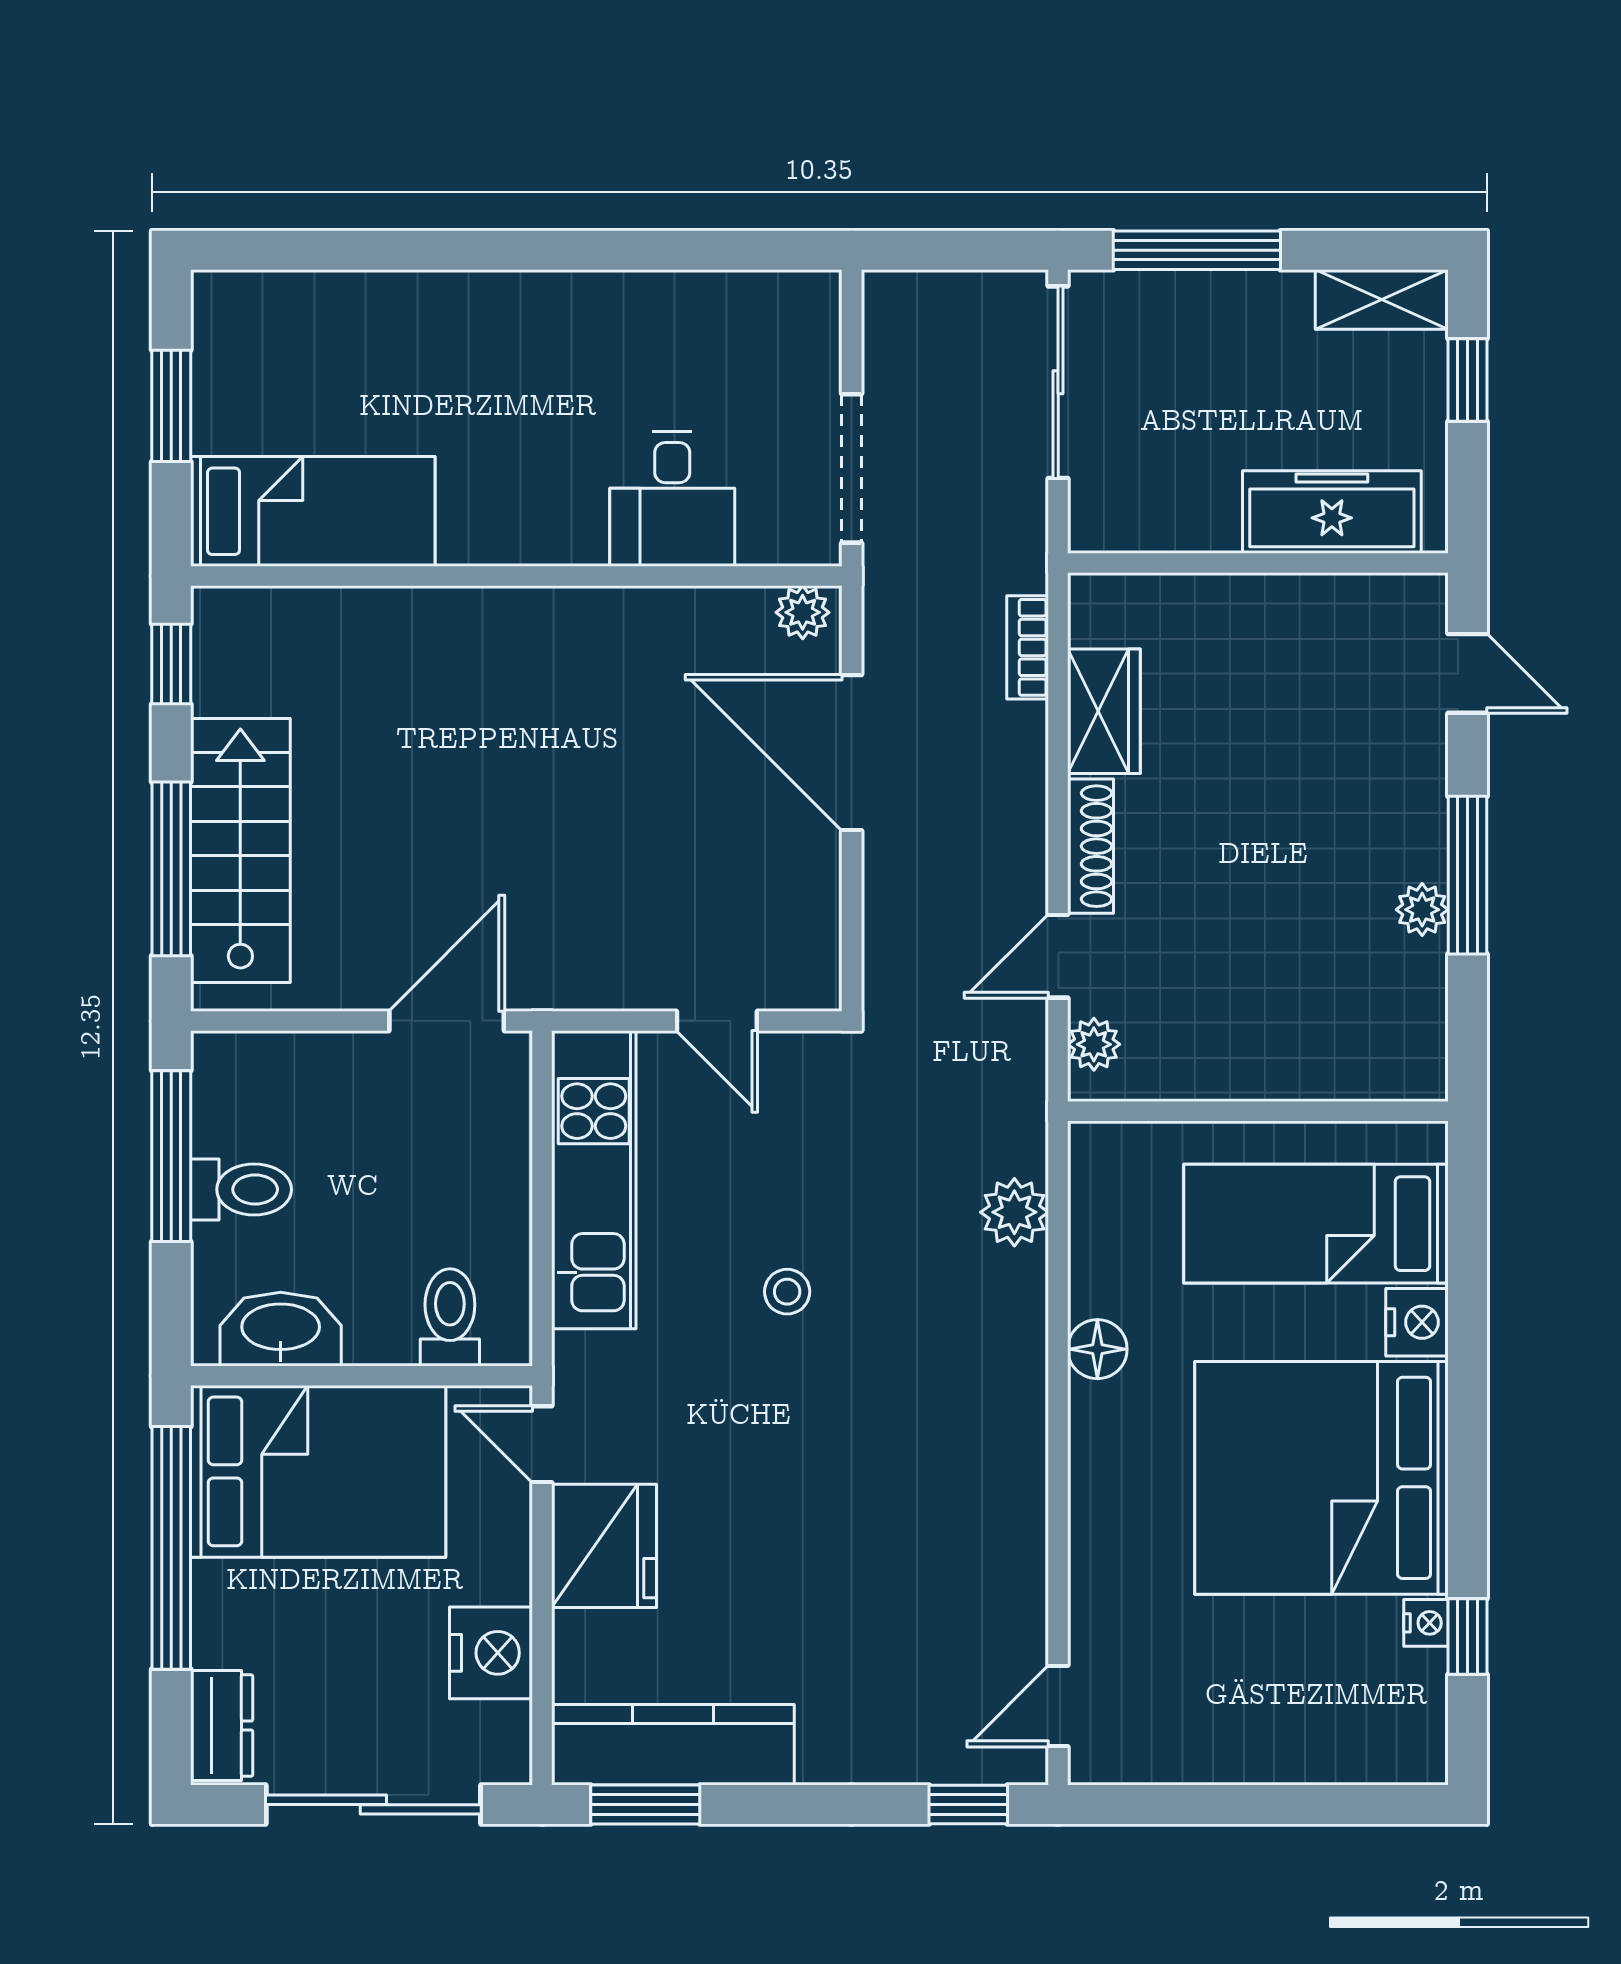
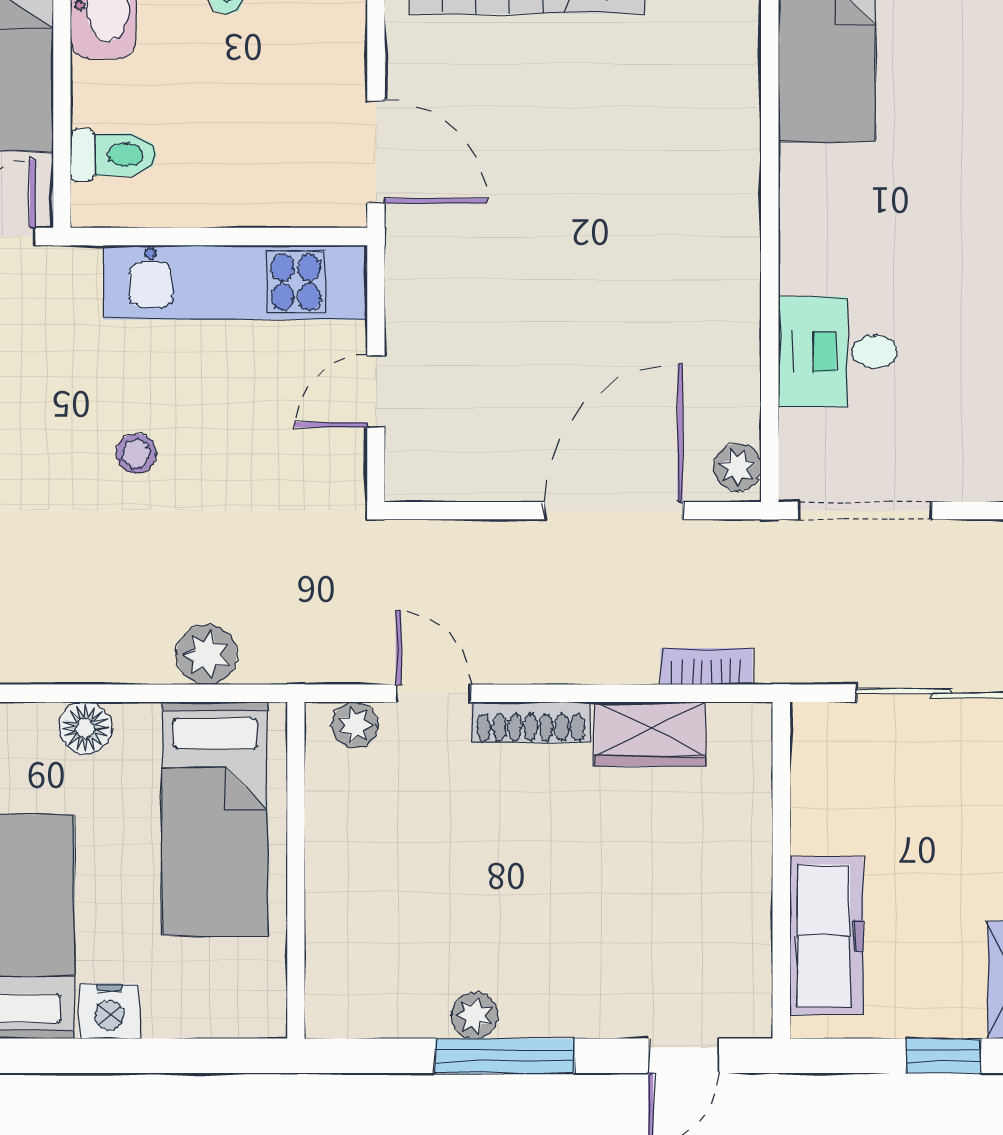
bed: (1316, 1224) -> (215, 819), moved, turned 180

